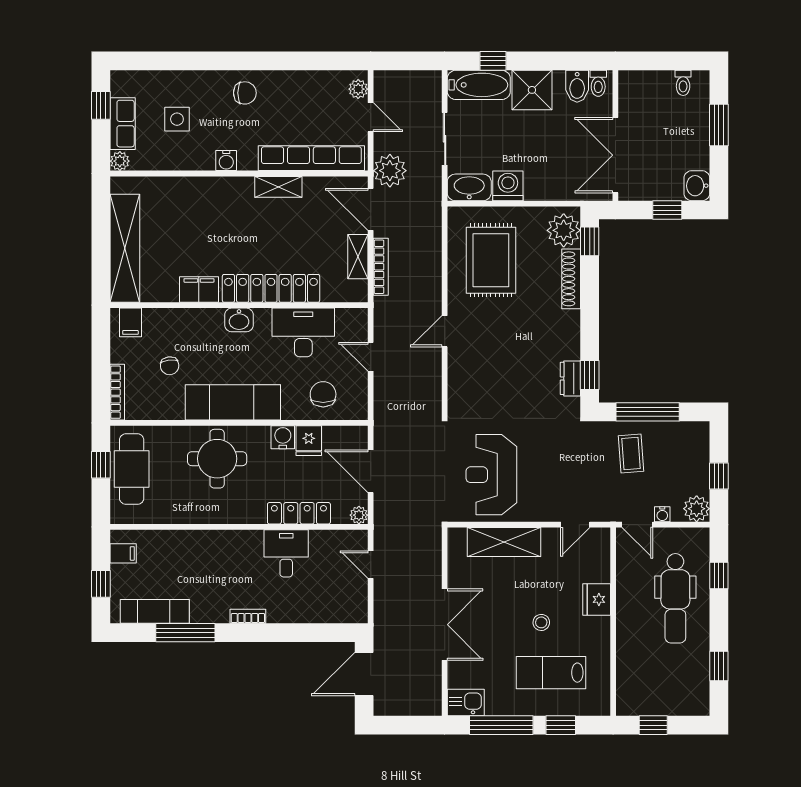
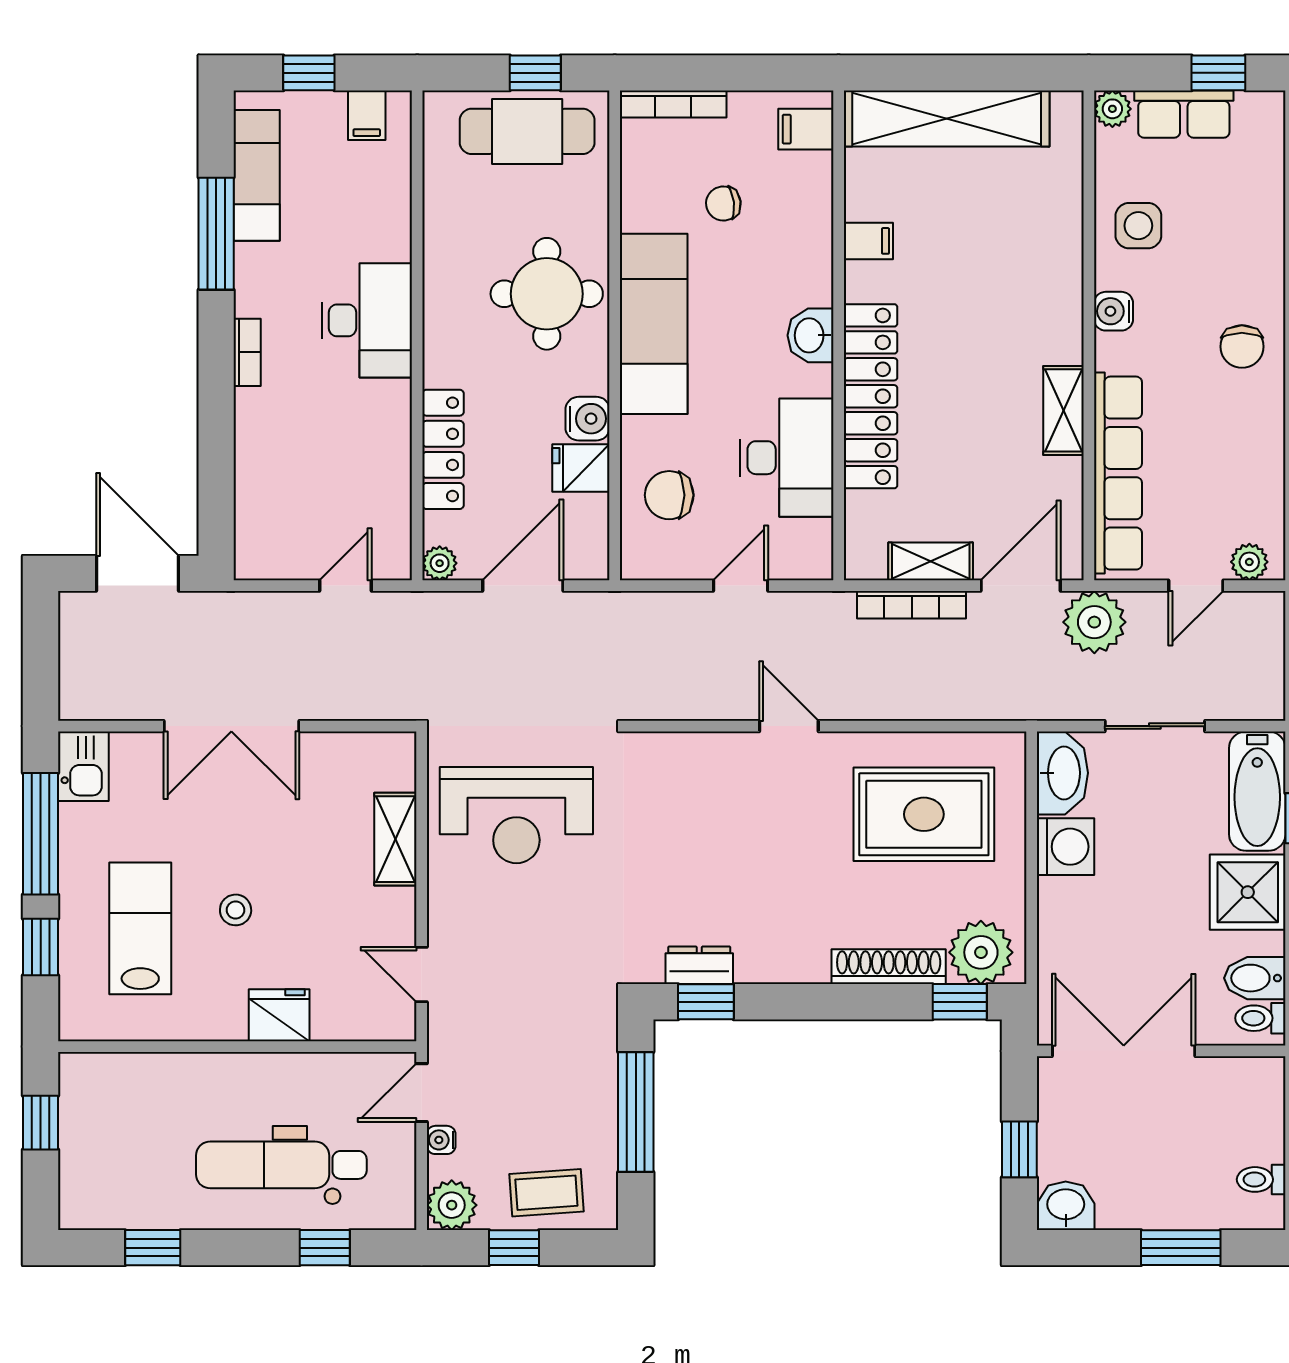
side table: (177, 119) -> (1138, 226), moved
filing cabinet: (199, 289) -> (868, 241), width x0.50
chair: (323, 394) -> (669, 495), turned 180
coffee table: (631, 454) -> (546, 1193), moved
reception desk: (491, 475) -> (516, 815), turned 180
shelving: (504, 542) -> (395, 839), width x0.67, depth x0.75
desk: (286, 553) -> (367, 320), moved, width x1.37

